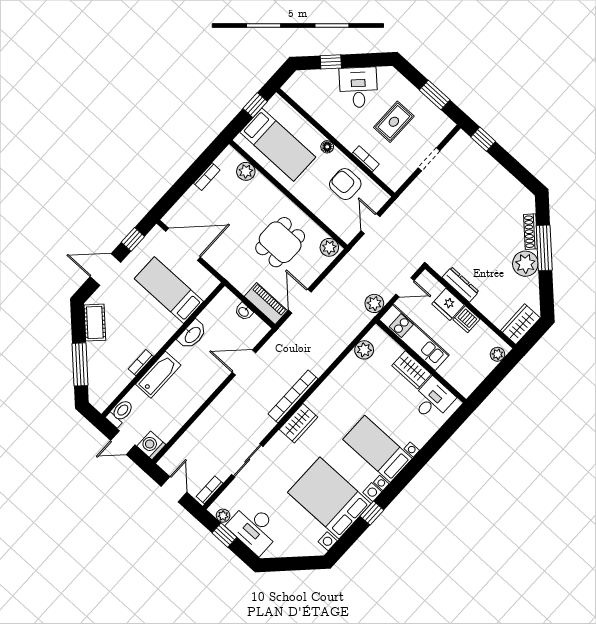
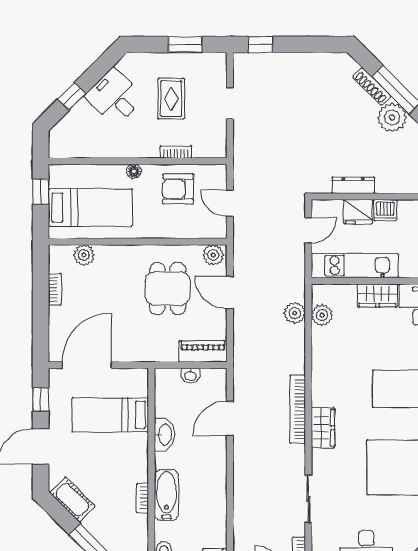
door: (300, 301) -> (230, 293), moved
plant: (374, 303) -> (295, 313), moved

